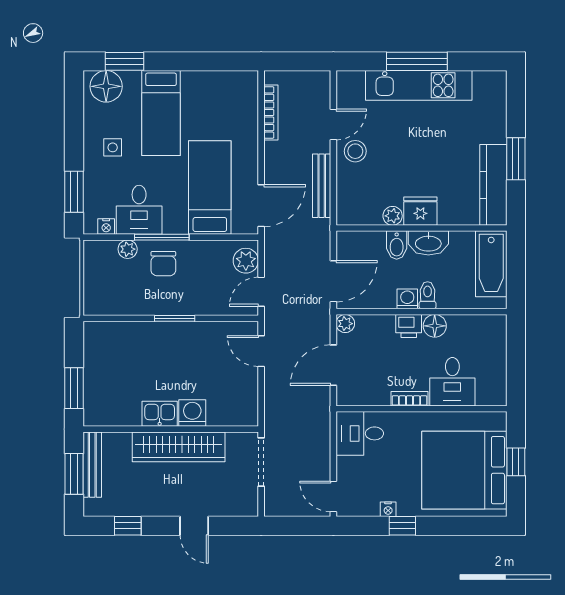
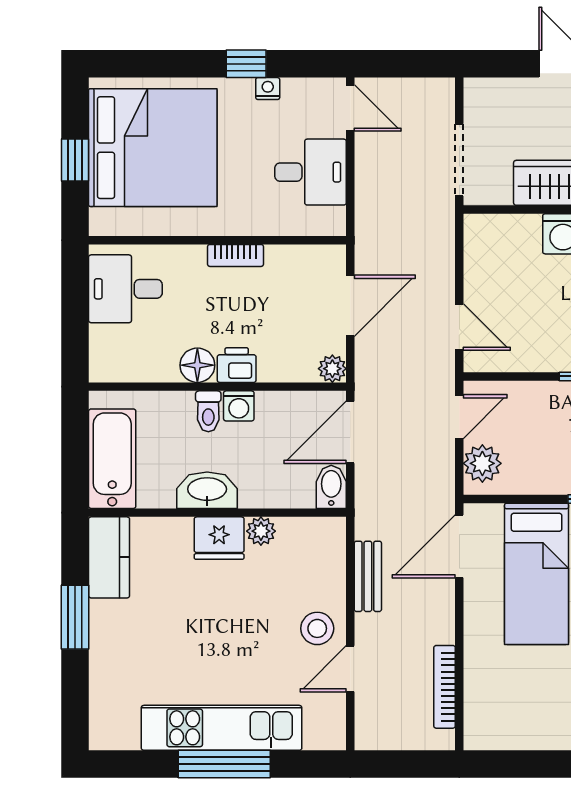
kitchen counter: (493, 185) -> (109, 557), width x0.67
bench: (322, 186) -> (368, 576), width x0.73
bidet: (397, 245) -> (331, 487), moved
desk: (452, 382) -> (125, 289), moved, turned -90
desk: (360, 433) -> (310, 172), moved

